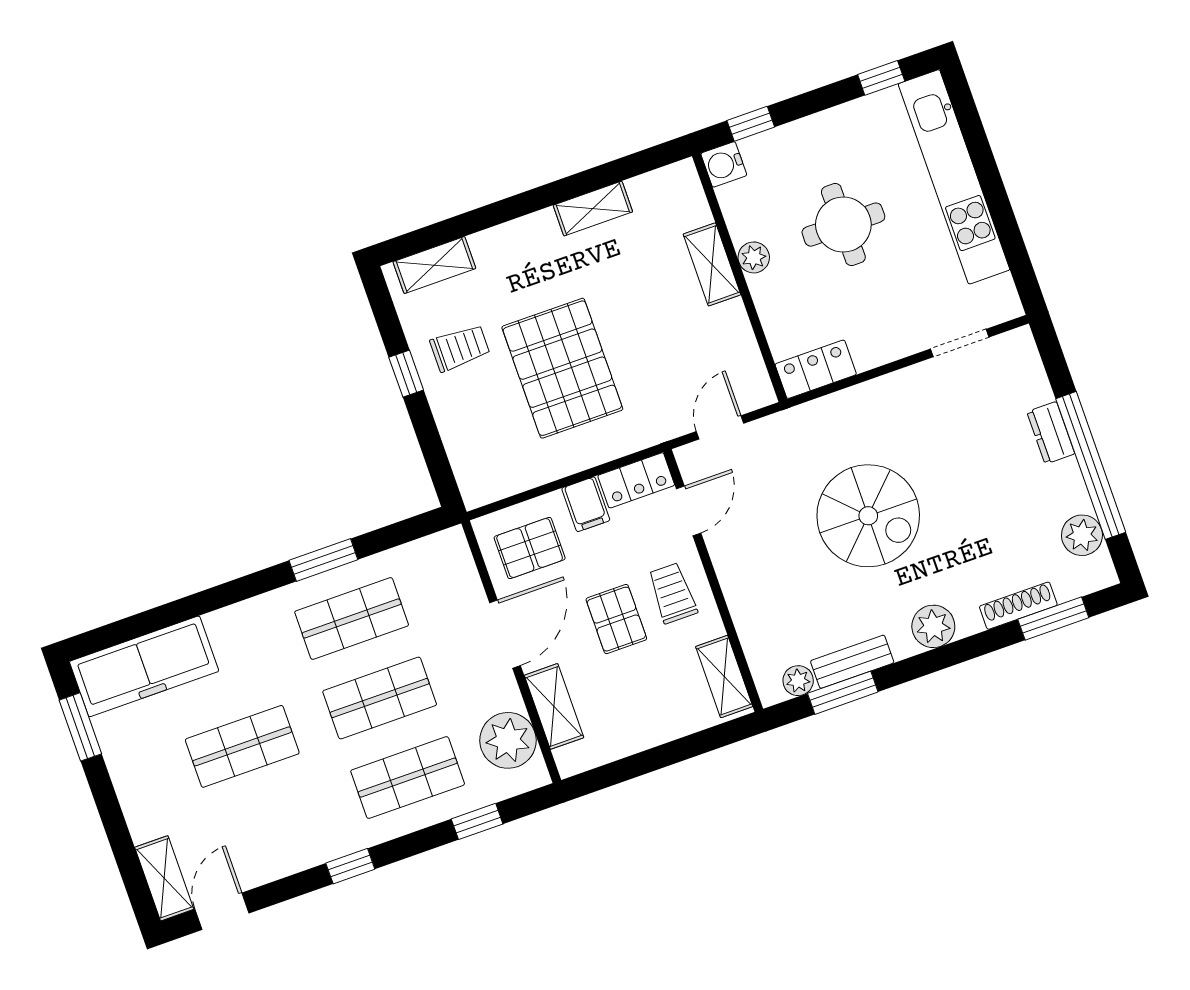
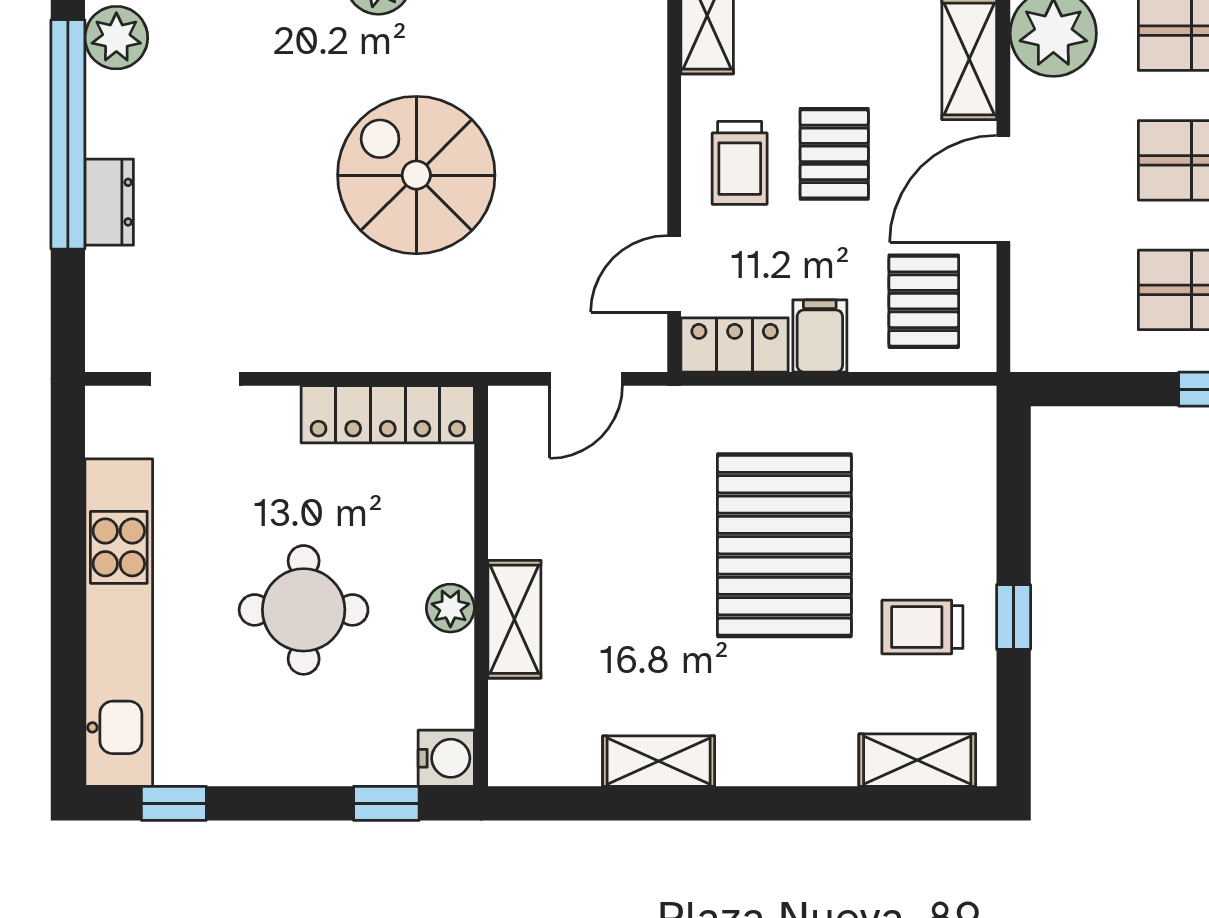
locker: (816, 369) -> (388, 414), width x1.53
pallet: (530, 548) -> (924, 301), turned 90

